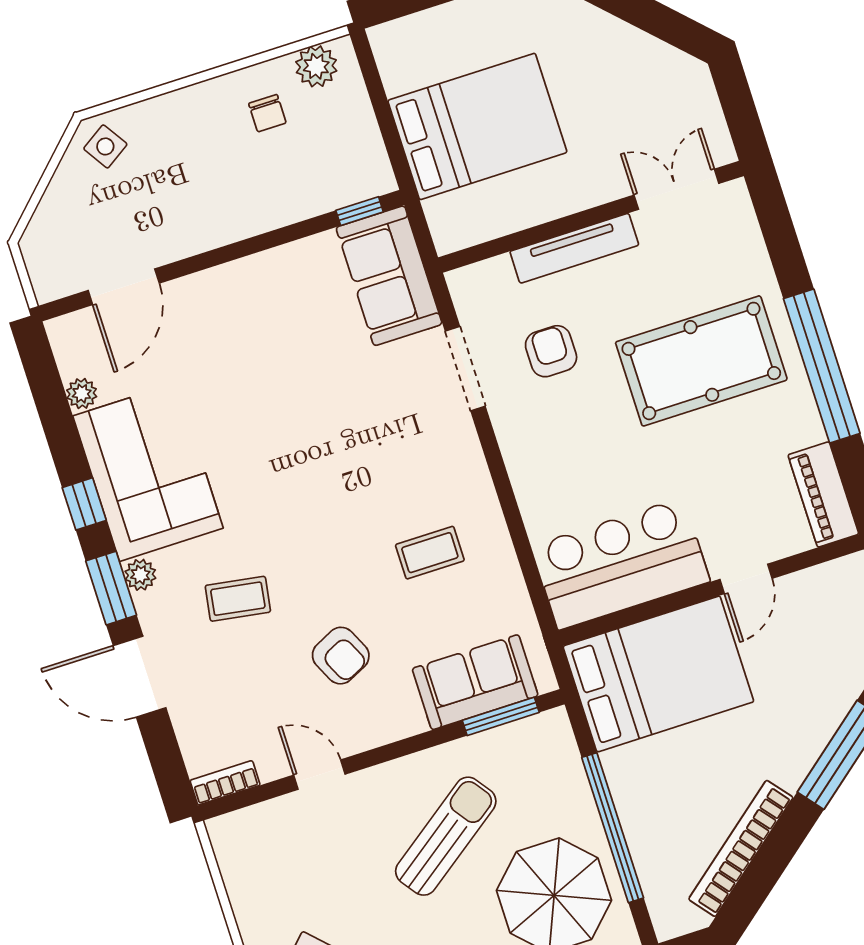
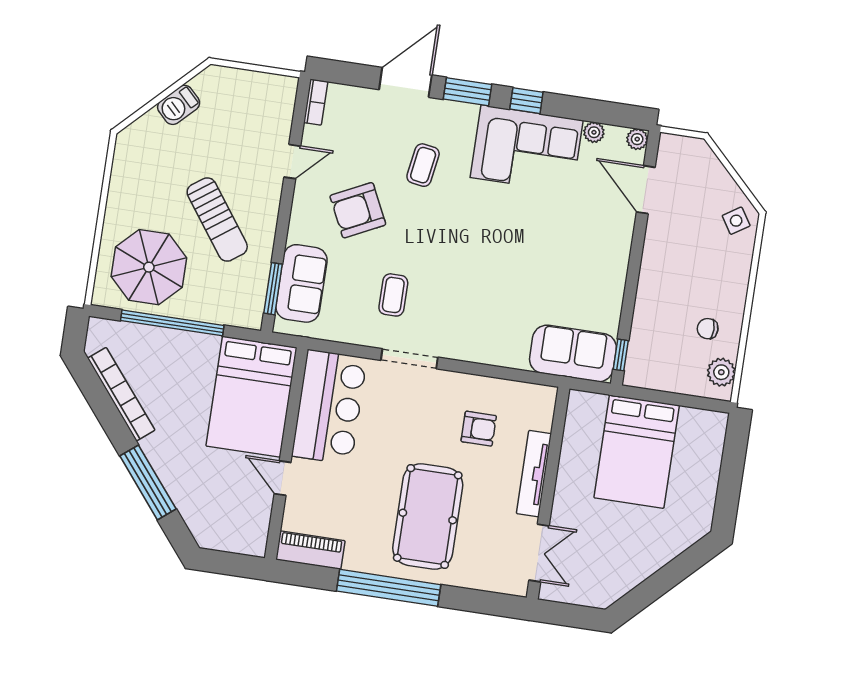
doorway: (465, 369) -> (409, 359), moved
plant: (140, 575) -> (637, 139), moved
armchair: (341, 656) -> (358, 210), width x1.38, depth x1.38

